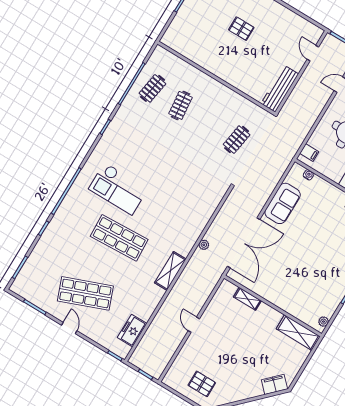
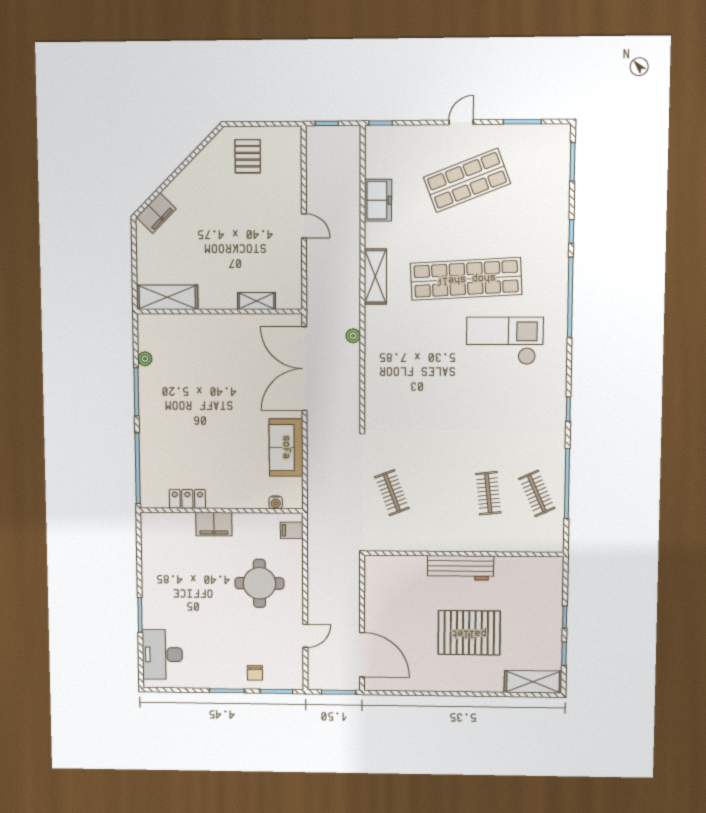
pallet: (241, 29) -> (469, 633), width x2.05, depth x2.00
door: (313, 53) -> (362, 655), width x1.88
clothes rail: (152, 88) -> (537, 493), turned -33
workbench: (280, 89) -> (461, 568), moved, turned 90
clothes rail: (237, 140) -> (392, 493), turned -30
shop shelf: (119, 238) -> (466, 279), width x1.40
plant: (323, 322) -> (145, 359), moved
door: (69, 328) -> (461, 122), swing flipped
freezer: (132, 331) -> (378, 200), moved
pallet: (202, 384) -> (248, 156), turned 90

